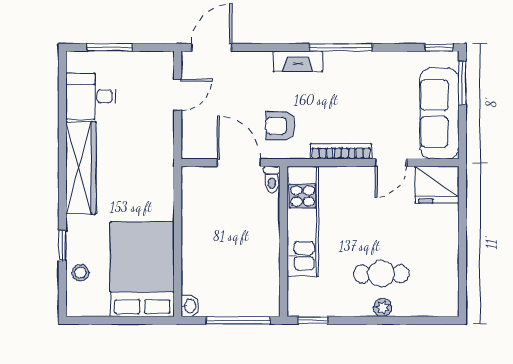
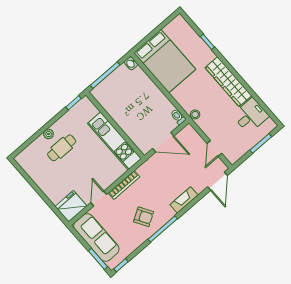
fireplace: (298, 61) -> (184, 200), moved
armchair: (280, 126) -> (144, 217), moved, turned 59
toilet: (272, 179) -> (178, 117), moved
stool: (81, 273) -> (195, 114), moved

